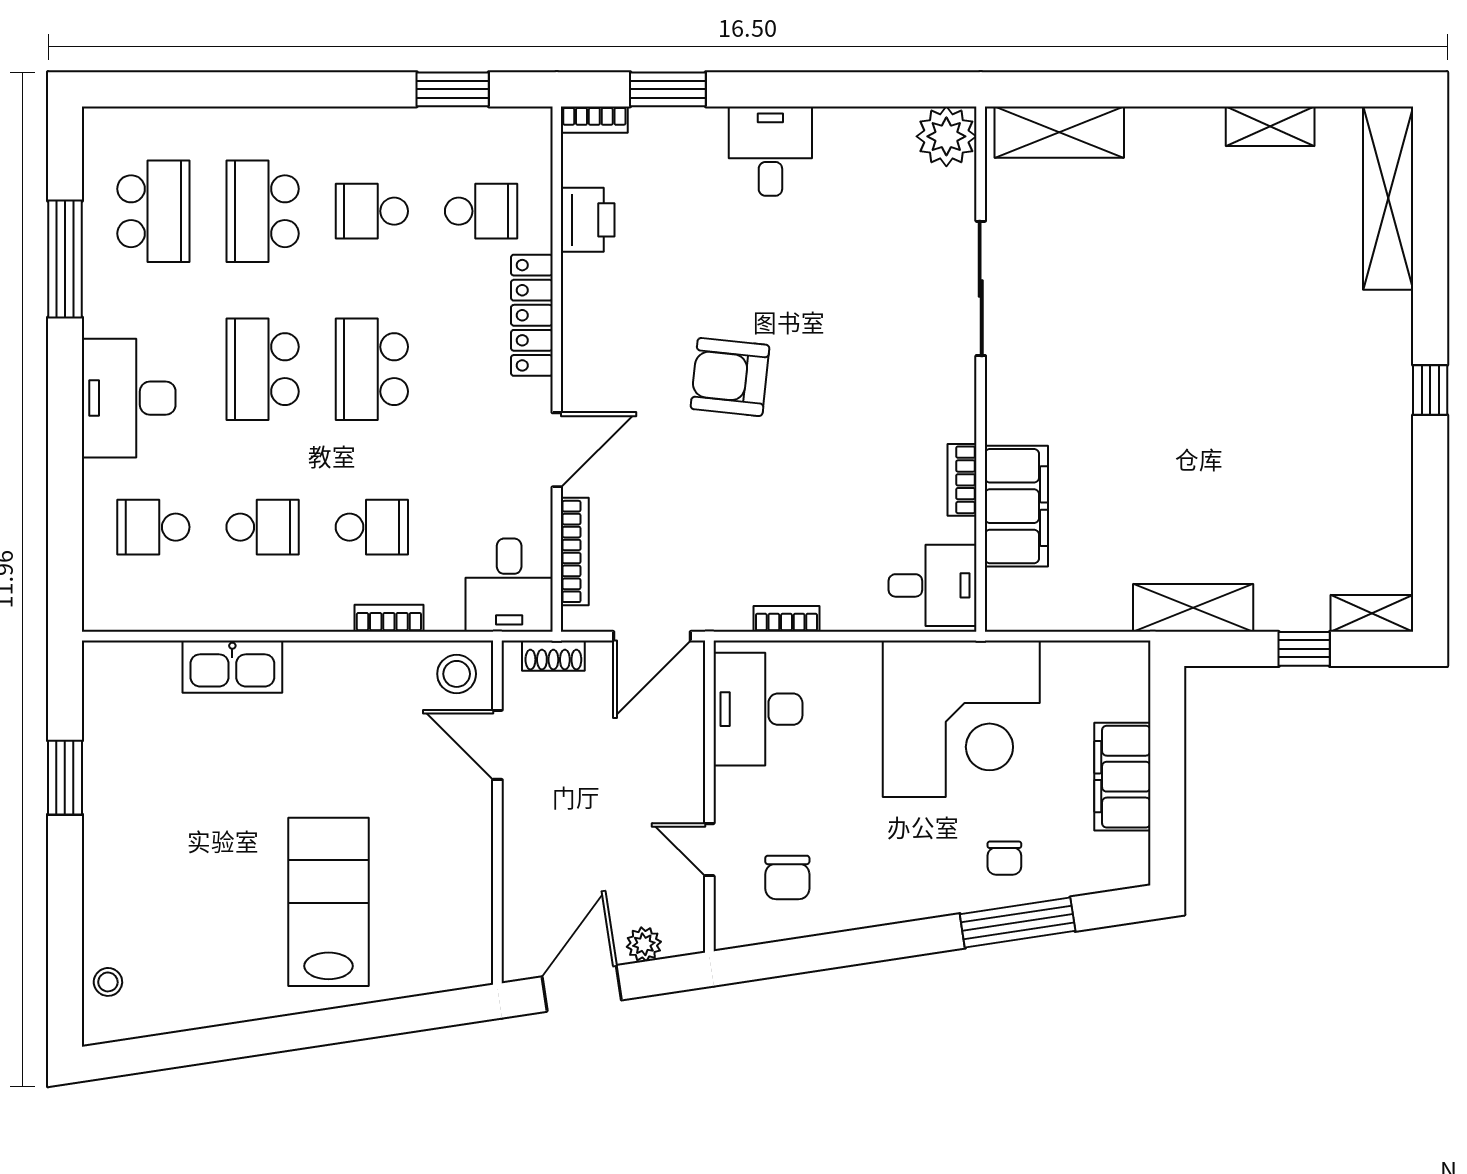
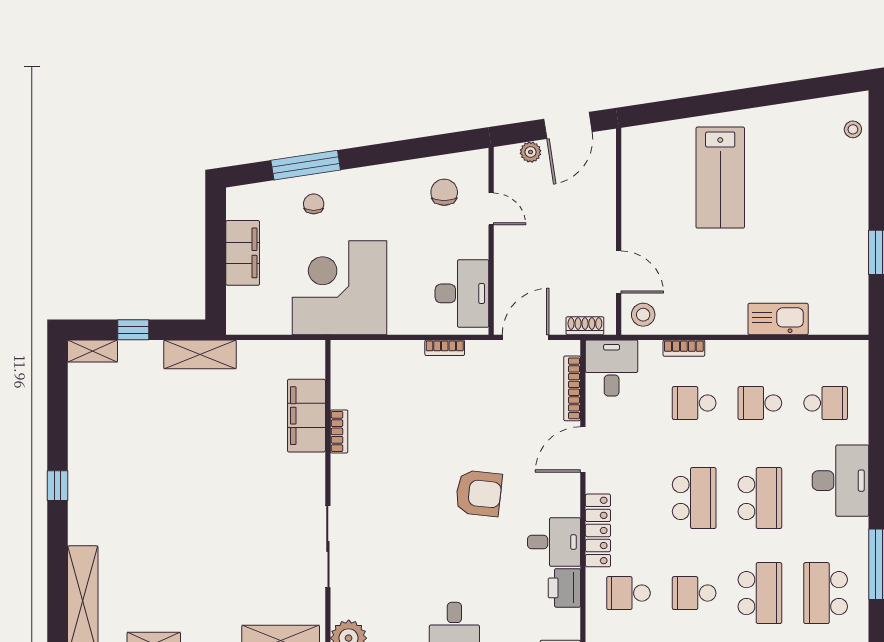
school desk: (372, 211) -> (694, 593), turned 180
desk: (933, 585) -> (554, 542), moved, turned 180

